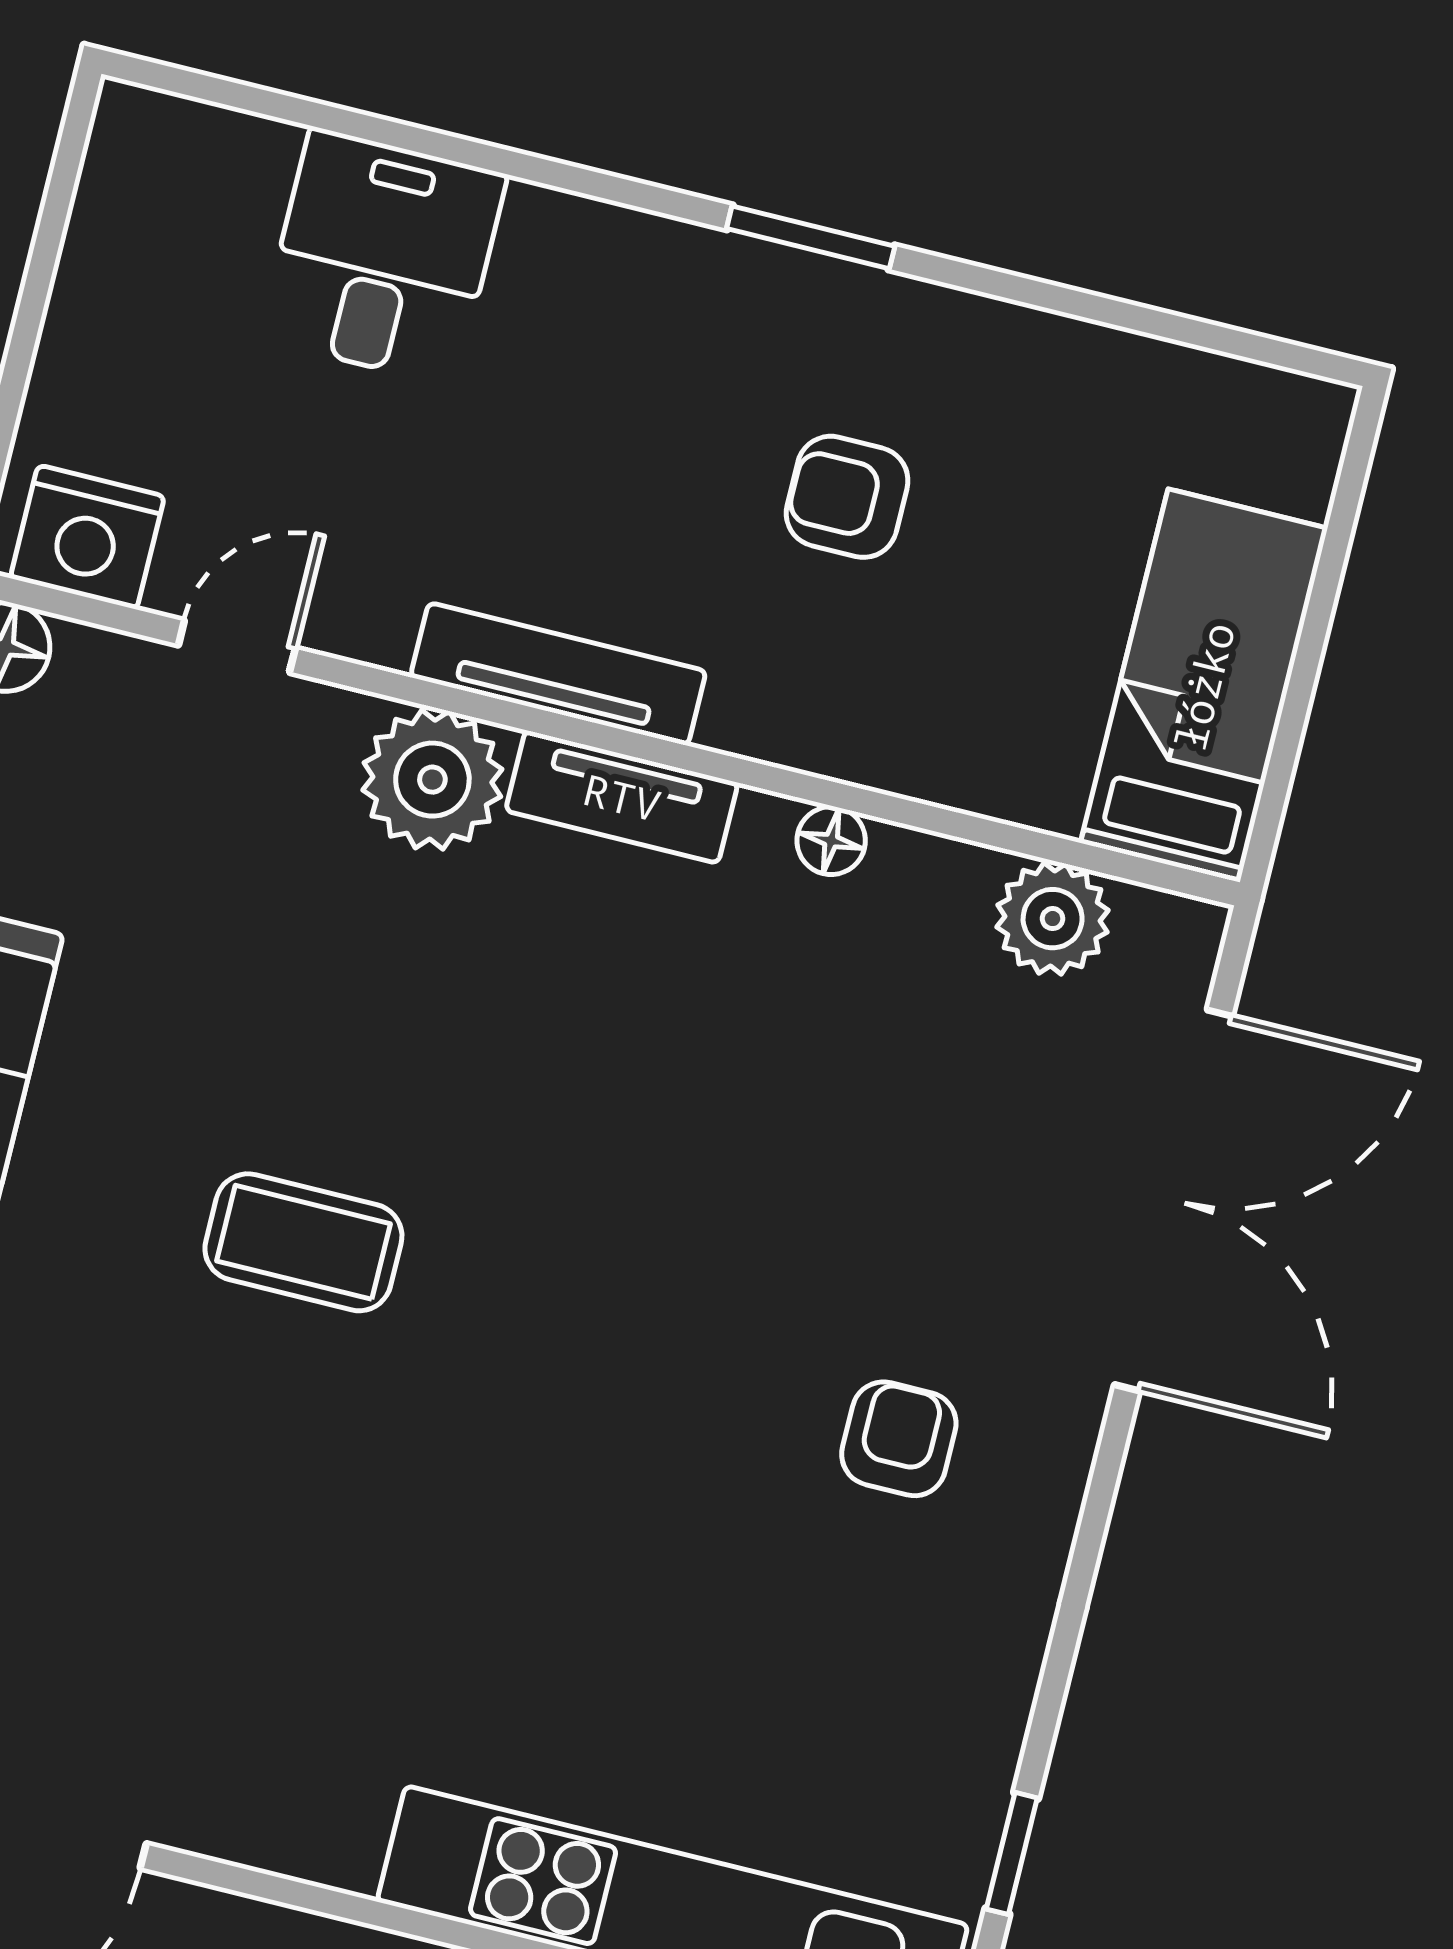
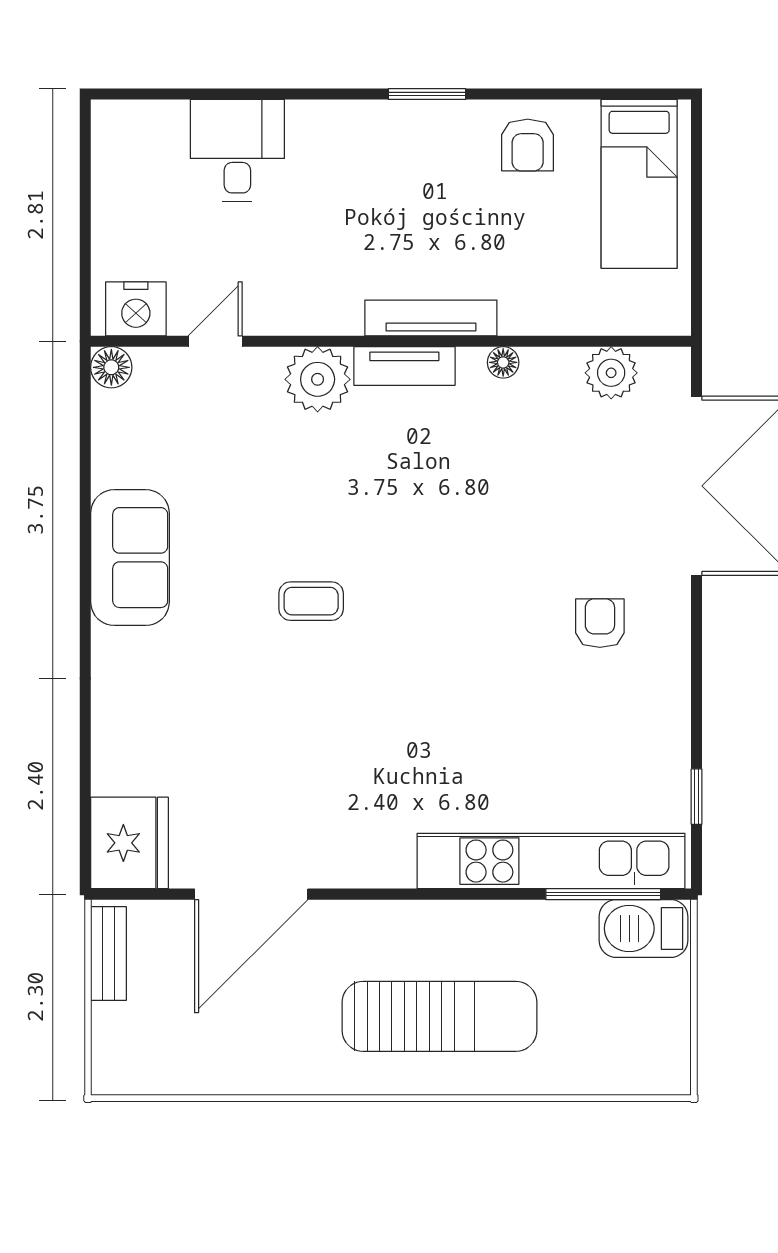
armchair: (847, 497) -> (528, 145), moved, turned -90
tv unit: (558, 674) -> (431, 318), moved
bed: (1204, 686) -> (639, 184), moved, turned 180
coffee table: (303, 1242) -> (311, 601), width x0.73, depth x0.77

